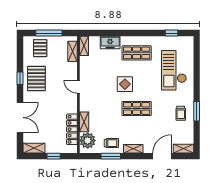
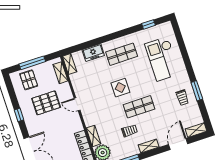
pallet: (36, 78) -> (46, 103), moved, turned 90
trolley: (111, 143) -> (129, 131), moved

